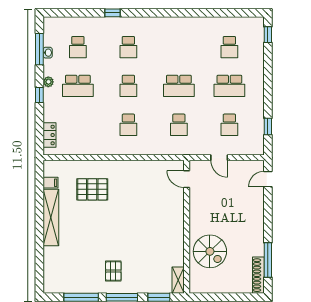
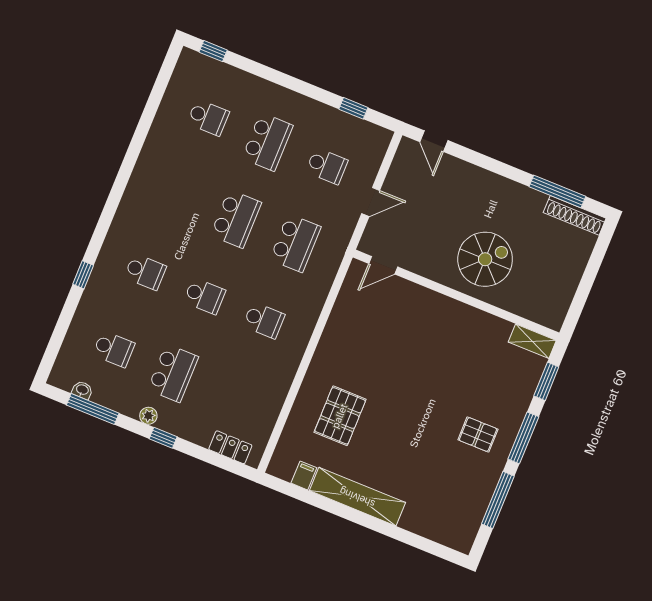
washbasin: (48, 53) -> (82, 390), moved
school desk: (179, 125) -> (295, 243), width x1.85
spiral stairs: (210, 251) -> (485, 259), moved

